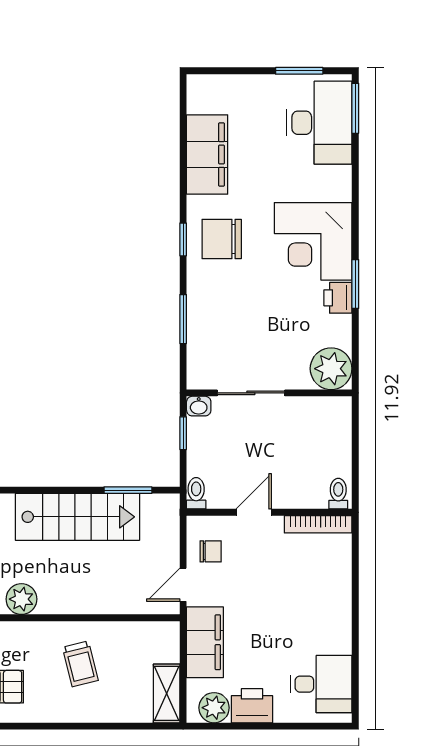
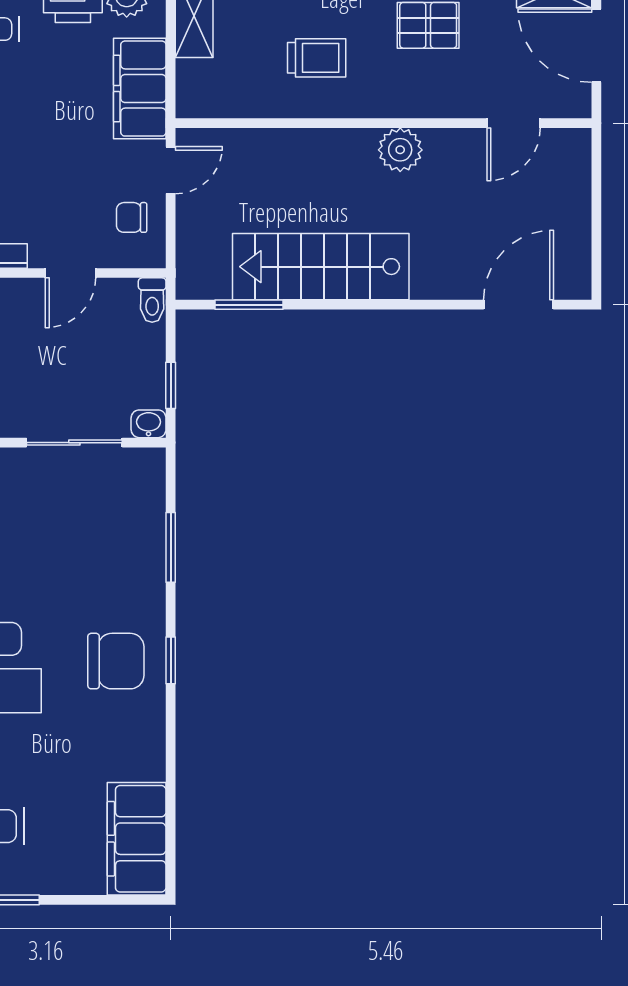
filing cabinet: (207, 155) -> (137, 839), moved
trolley: (80, 664) -> (317, 58), turned 104

